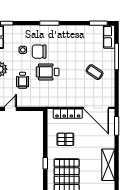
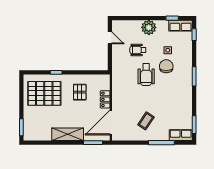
wheelchair: (48, 72) -> (146, 75), turned 180
locker: (68, 114) -> (105, 99), width x0.66
shelving: (108, 165) -> (68, 134), moved

